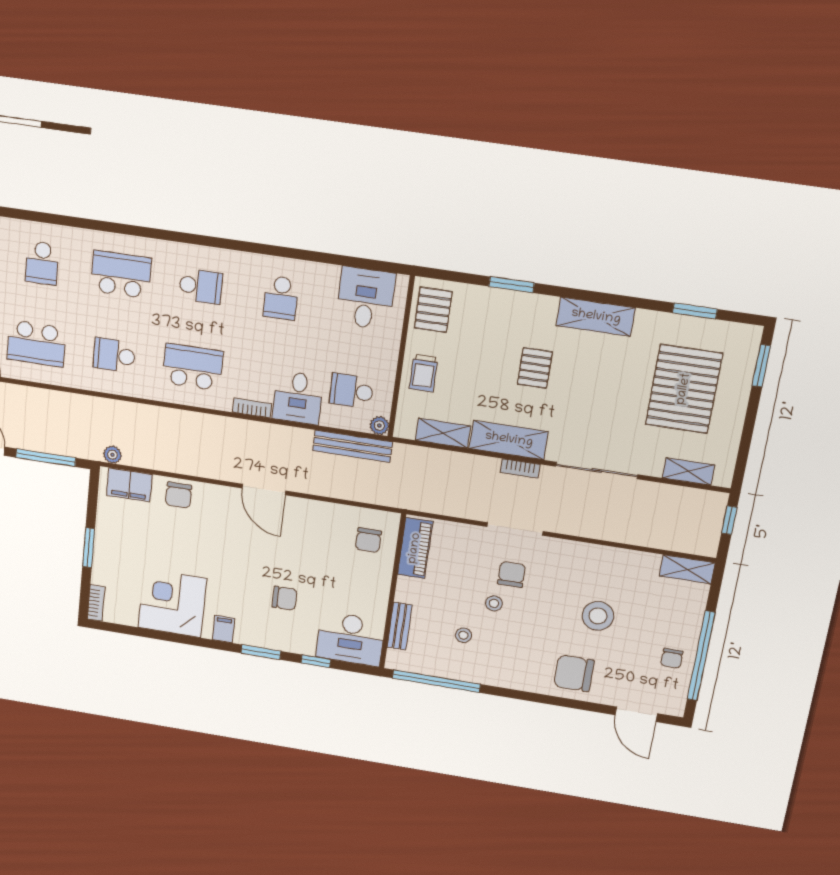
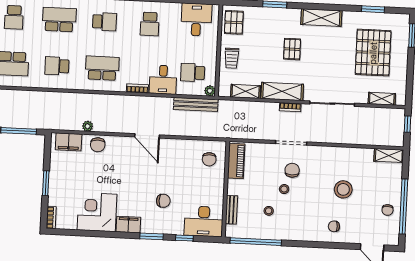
plant: (112, 455) -> (88, 126), moved
filing cabinet: (223, 629) -> (128, 225), width x2.00
chair: (574, 673) -> (334, 226), width x0.54, depth x0.54

